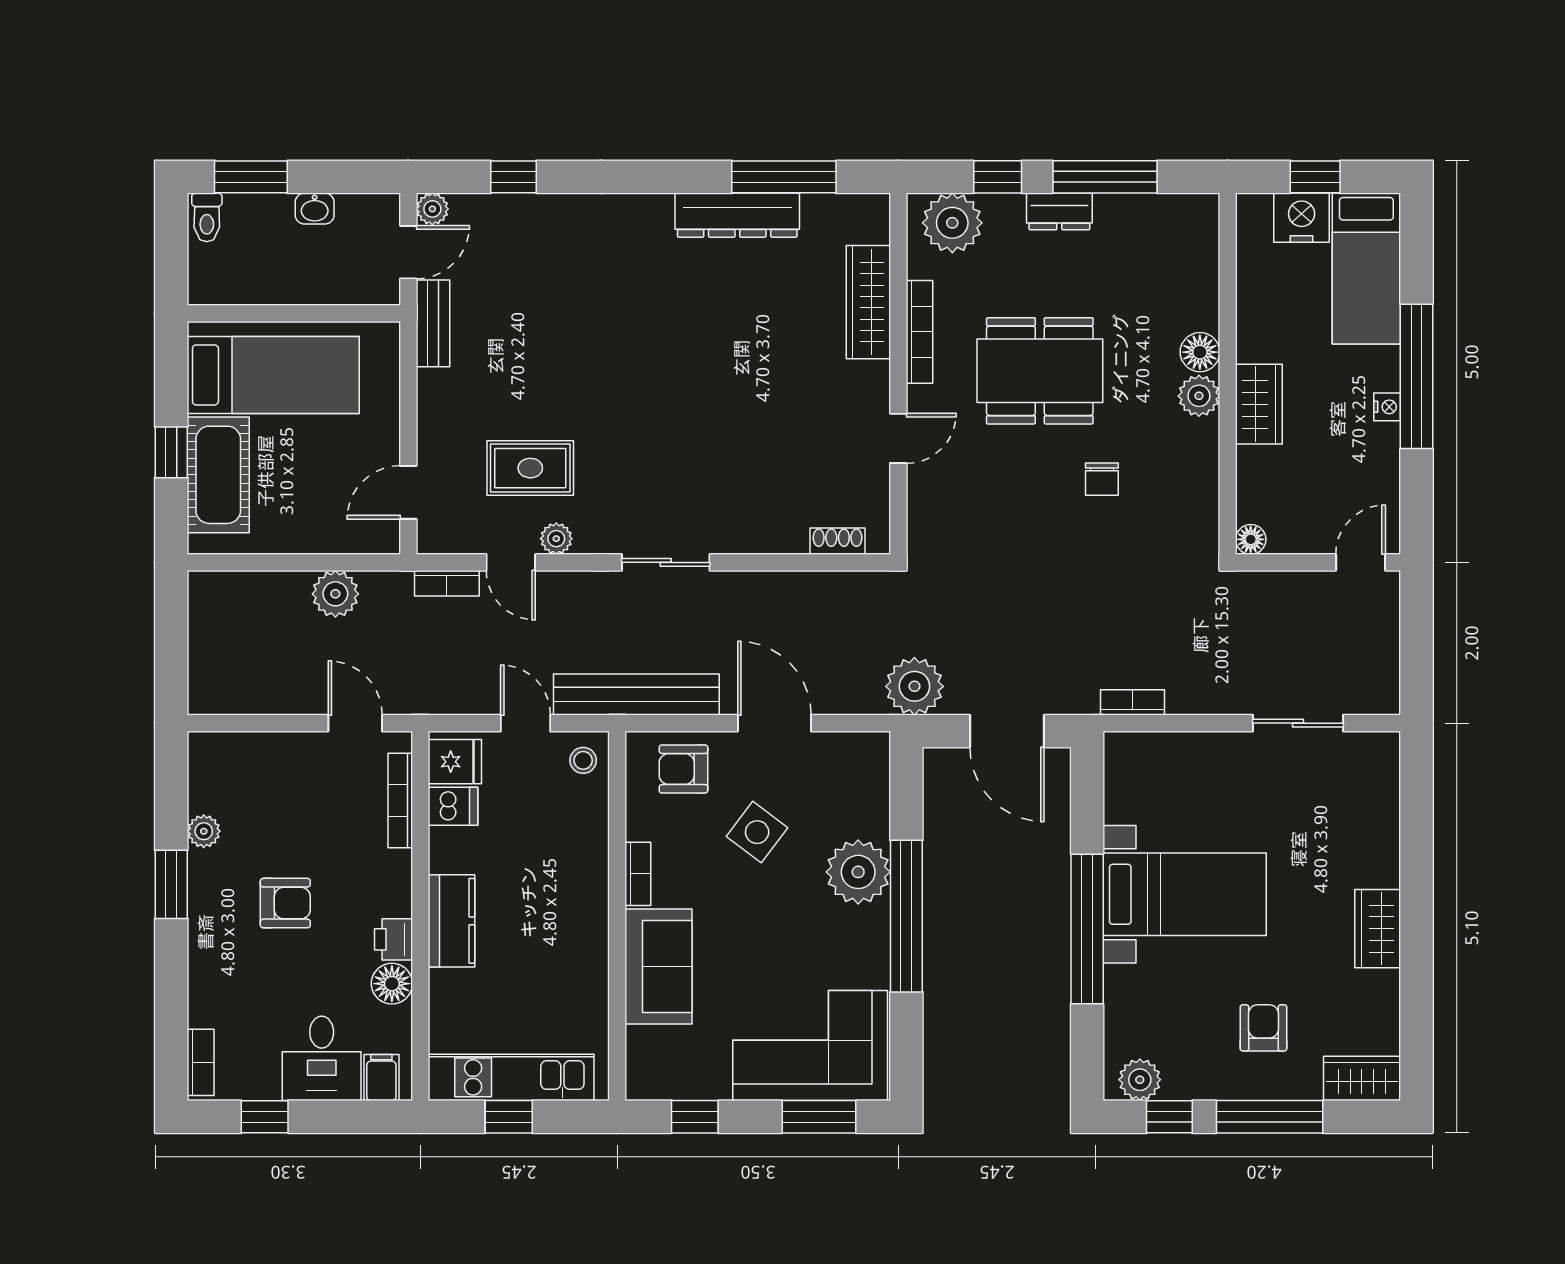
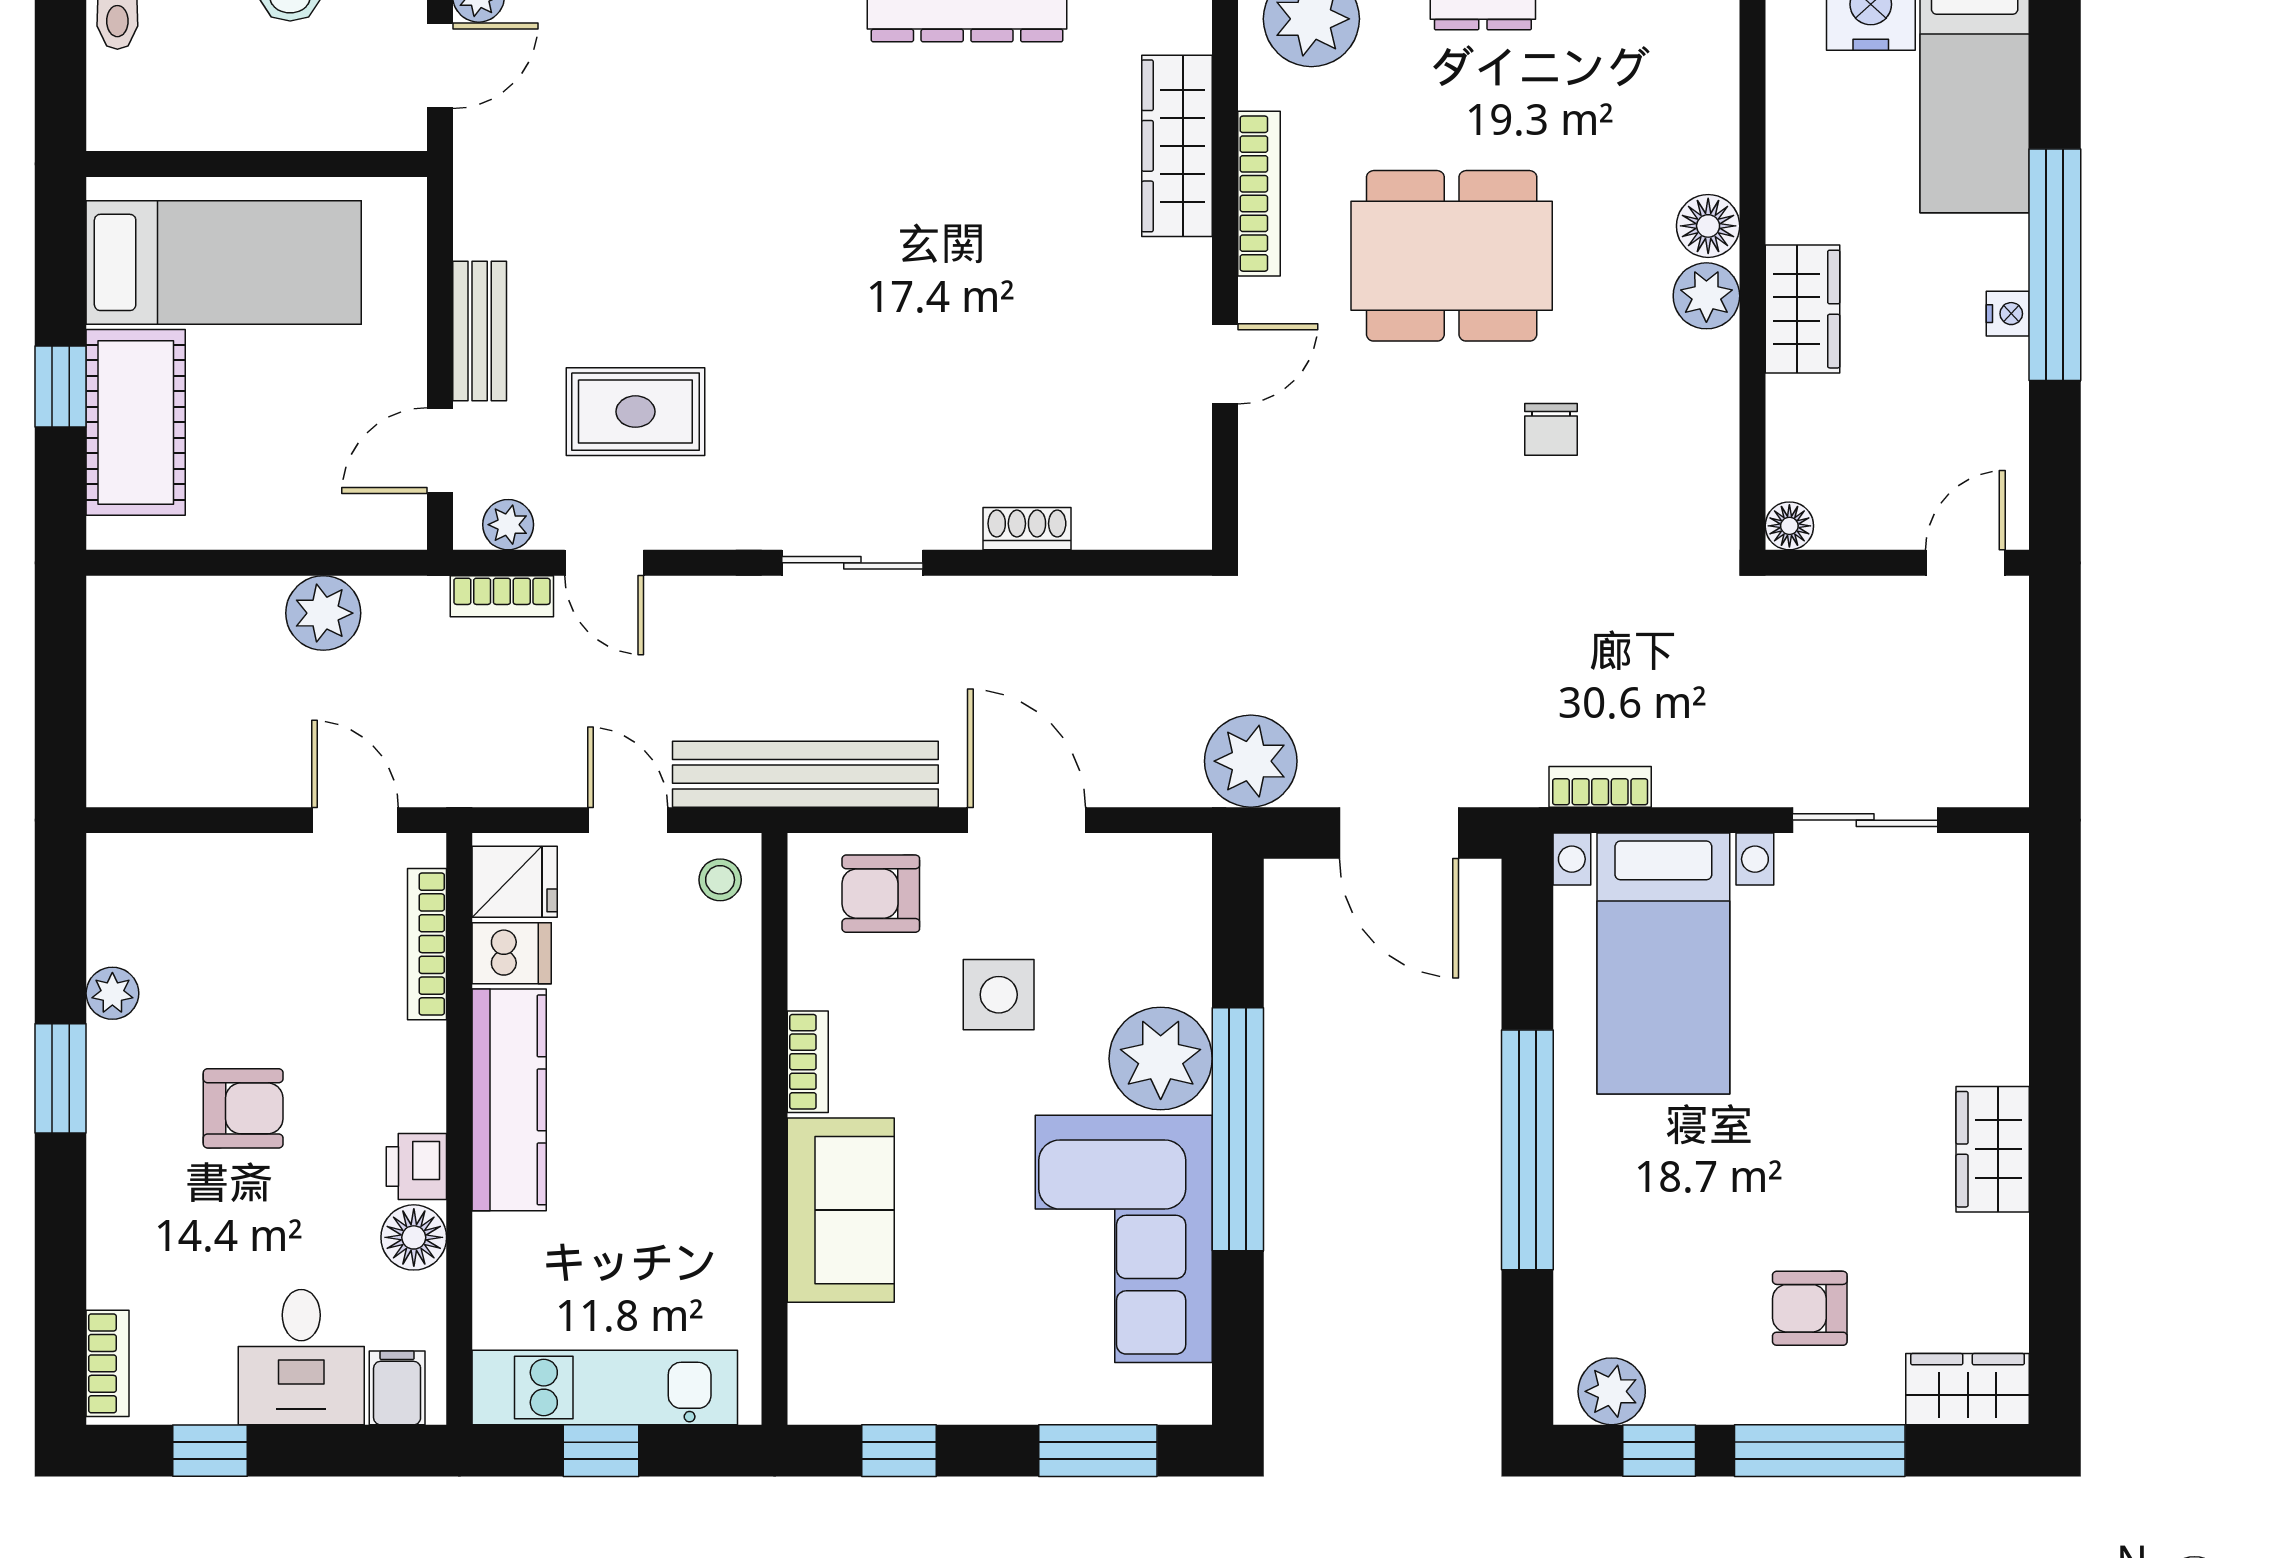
bench: (433, 323) -> (480, 331), moved
plant: (556, 539) -> (508, 525), moved
shoe rack: (838, 541) -> (1027, 529), moved
side table: (757, 832) -> (999, 995), turned -37
bed with nightstands: (1185, 894) -> (1663, 964), moved, turned 90
kitchen counter: (451, 921) -> (509, 1100), width x1.50
armchair: (1263, 1028) -> (1810, 1308), turned -90
corner sofa: (810, 1046) -> (1124, 1239), moved, turned -90

